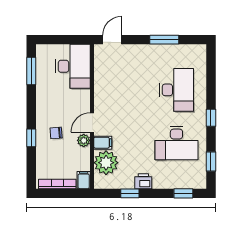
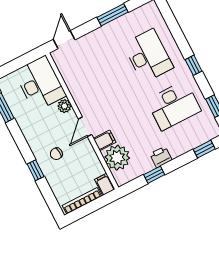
plant: (84, 140) -> (64, 106), moved

